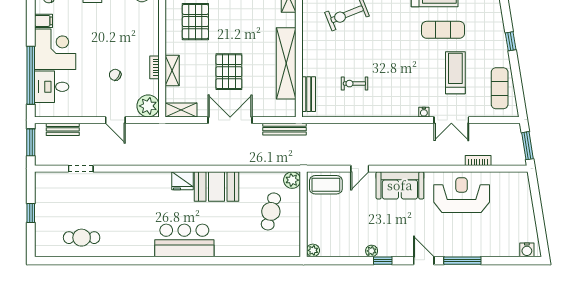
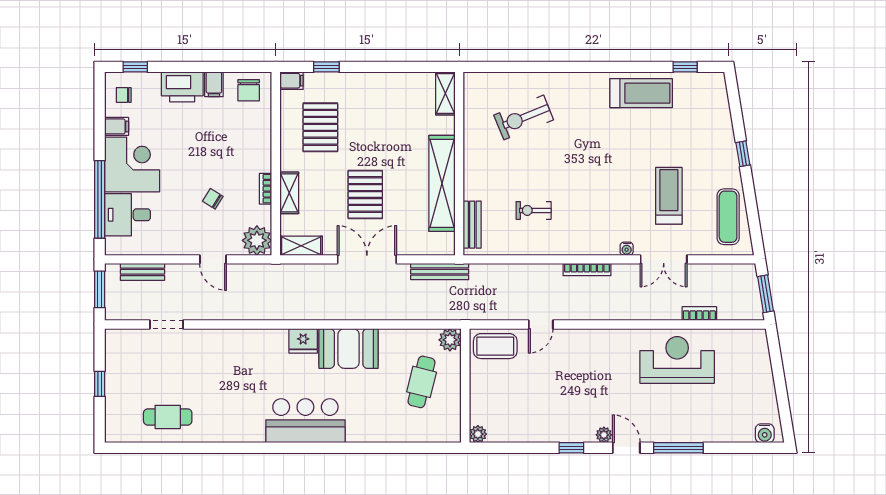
exercise mat: (443, 30) -> (652, 138), removed
bookcase: (394, 128) -> (587, 270), added
sofa: (400, 185) -> (595, 347), removed
plant: (372, 251) -> (604, 435), moved

